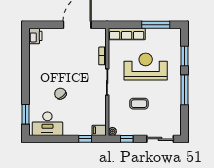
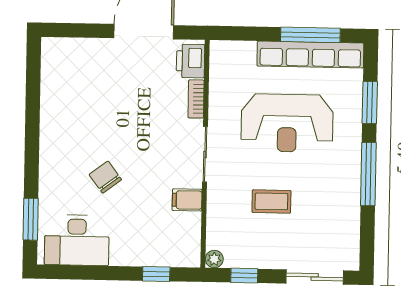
row of seats: (127, 34) -> (310, 55), moved, width x1.36
printer: (35, 36) -> (191, 61), moved, turned 180
reception desk: (146, 66) -> (287, 123), turned 180
filing cabinet: (99, 130) -> (187, 200), moved

